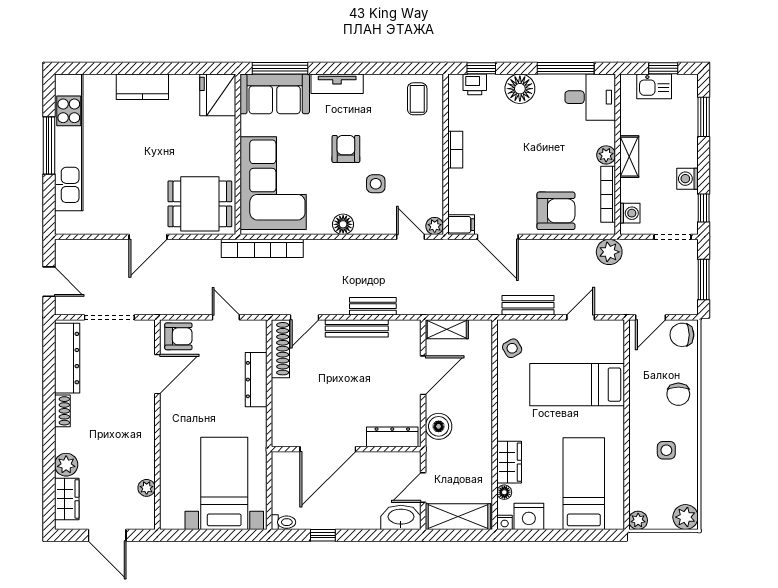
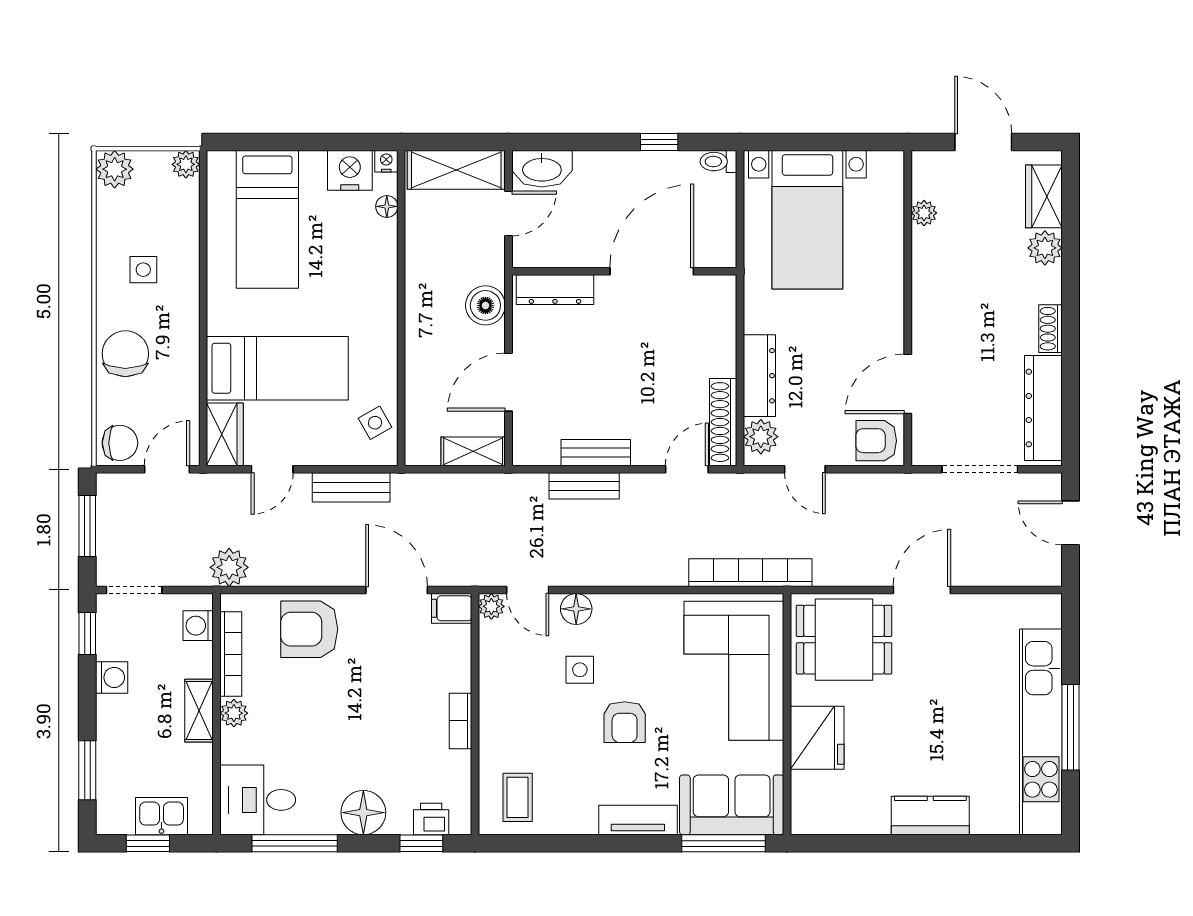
fridge: (218, 95) -> (817, 738), moved
floor lamp: (343, 224) -> (576, 609), moved
bench: (357, 328) -> (596, 453), width x0.73
plant: (255, 339) -> (761, 437), added
chair: (678, 394) -> (125, 354), width x1.37, depth x1.37
wardrobe: (509, 462) -> (225, 434), moved, turned 180

